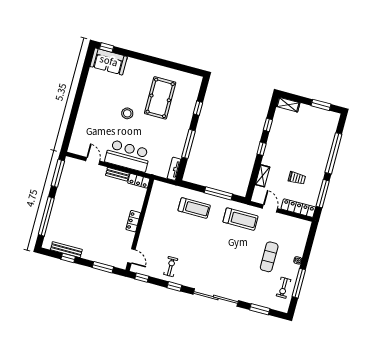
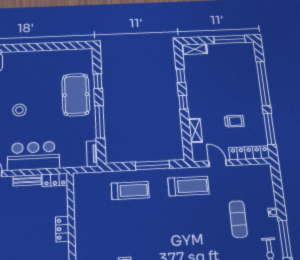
pool table: (160, 98) -> (76, 95), moved
window: (321, 105) -> (229, 39), width x1.44

